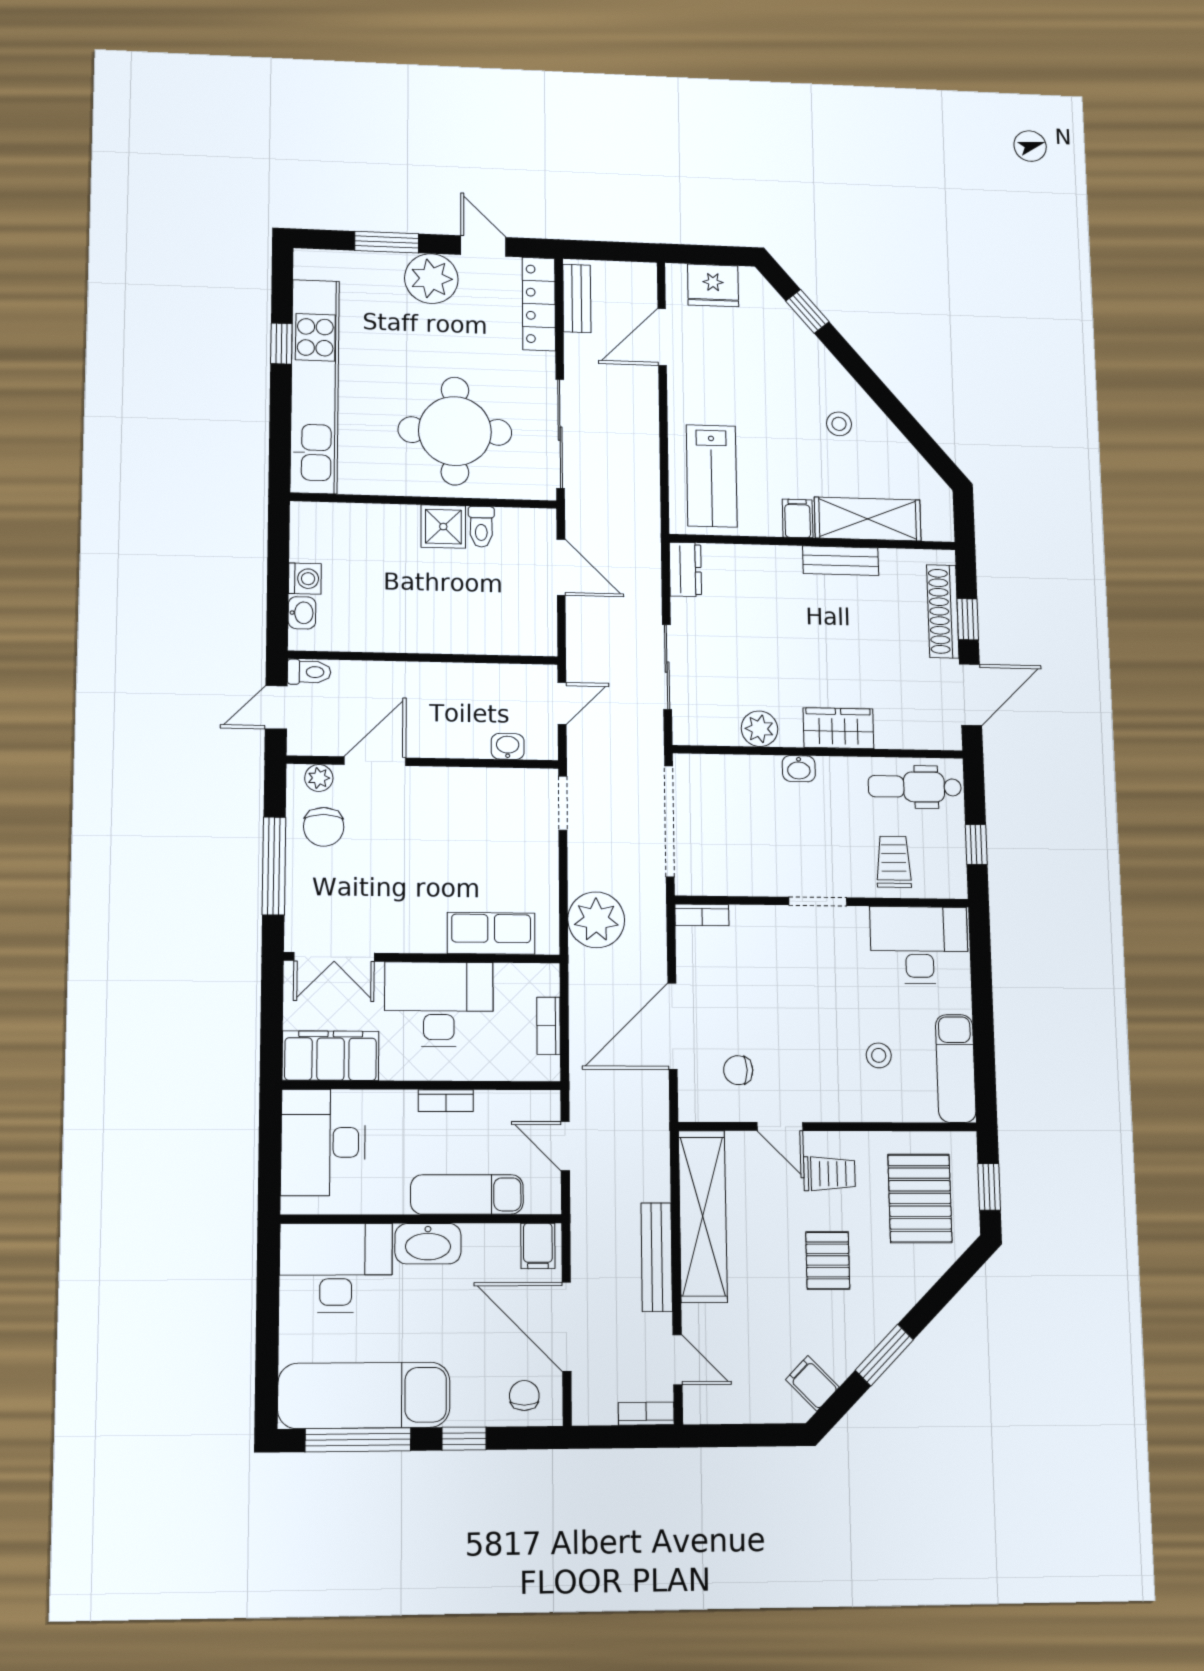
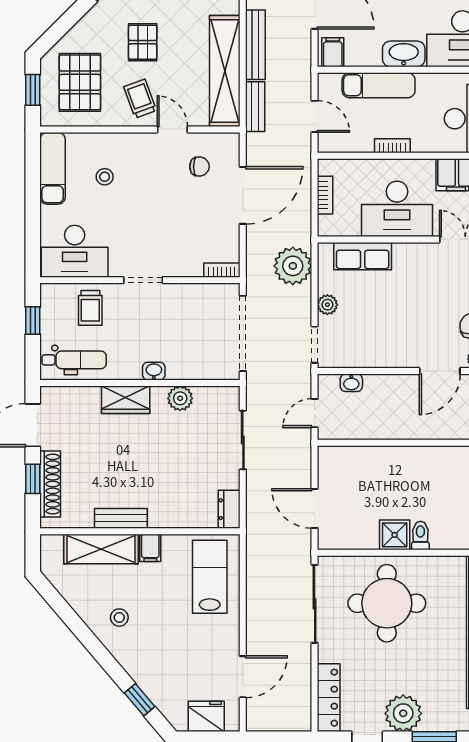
bench: (577, 298) -> (255, 107), moved
toilet: (481, 527) -> (420, 536), moved
plant: (544, 862) -> (327, 305), added
trolley: (829, 1174) -> (140, 99), turned 70

